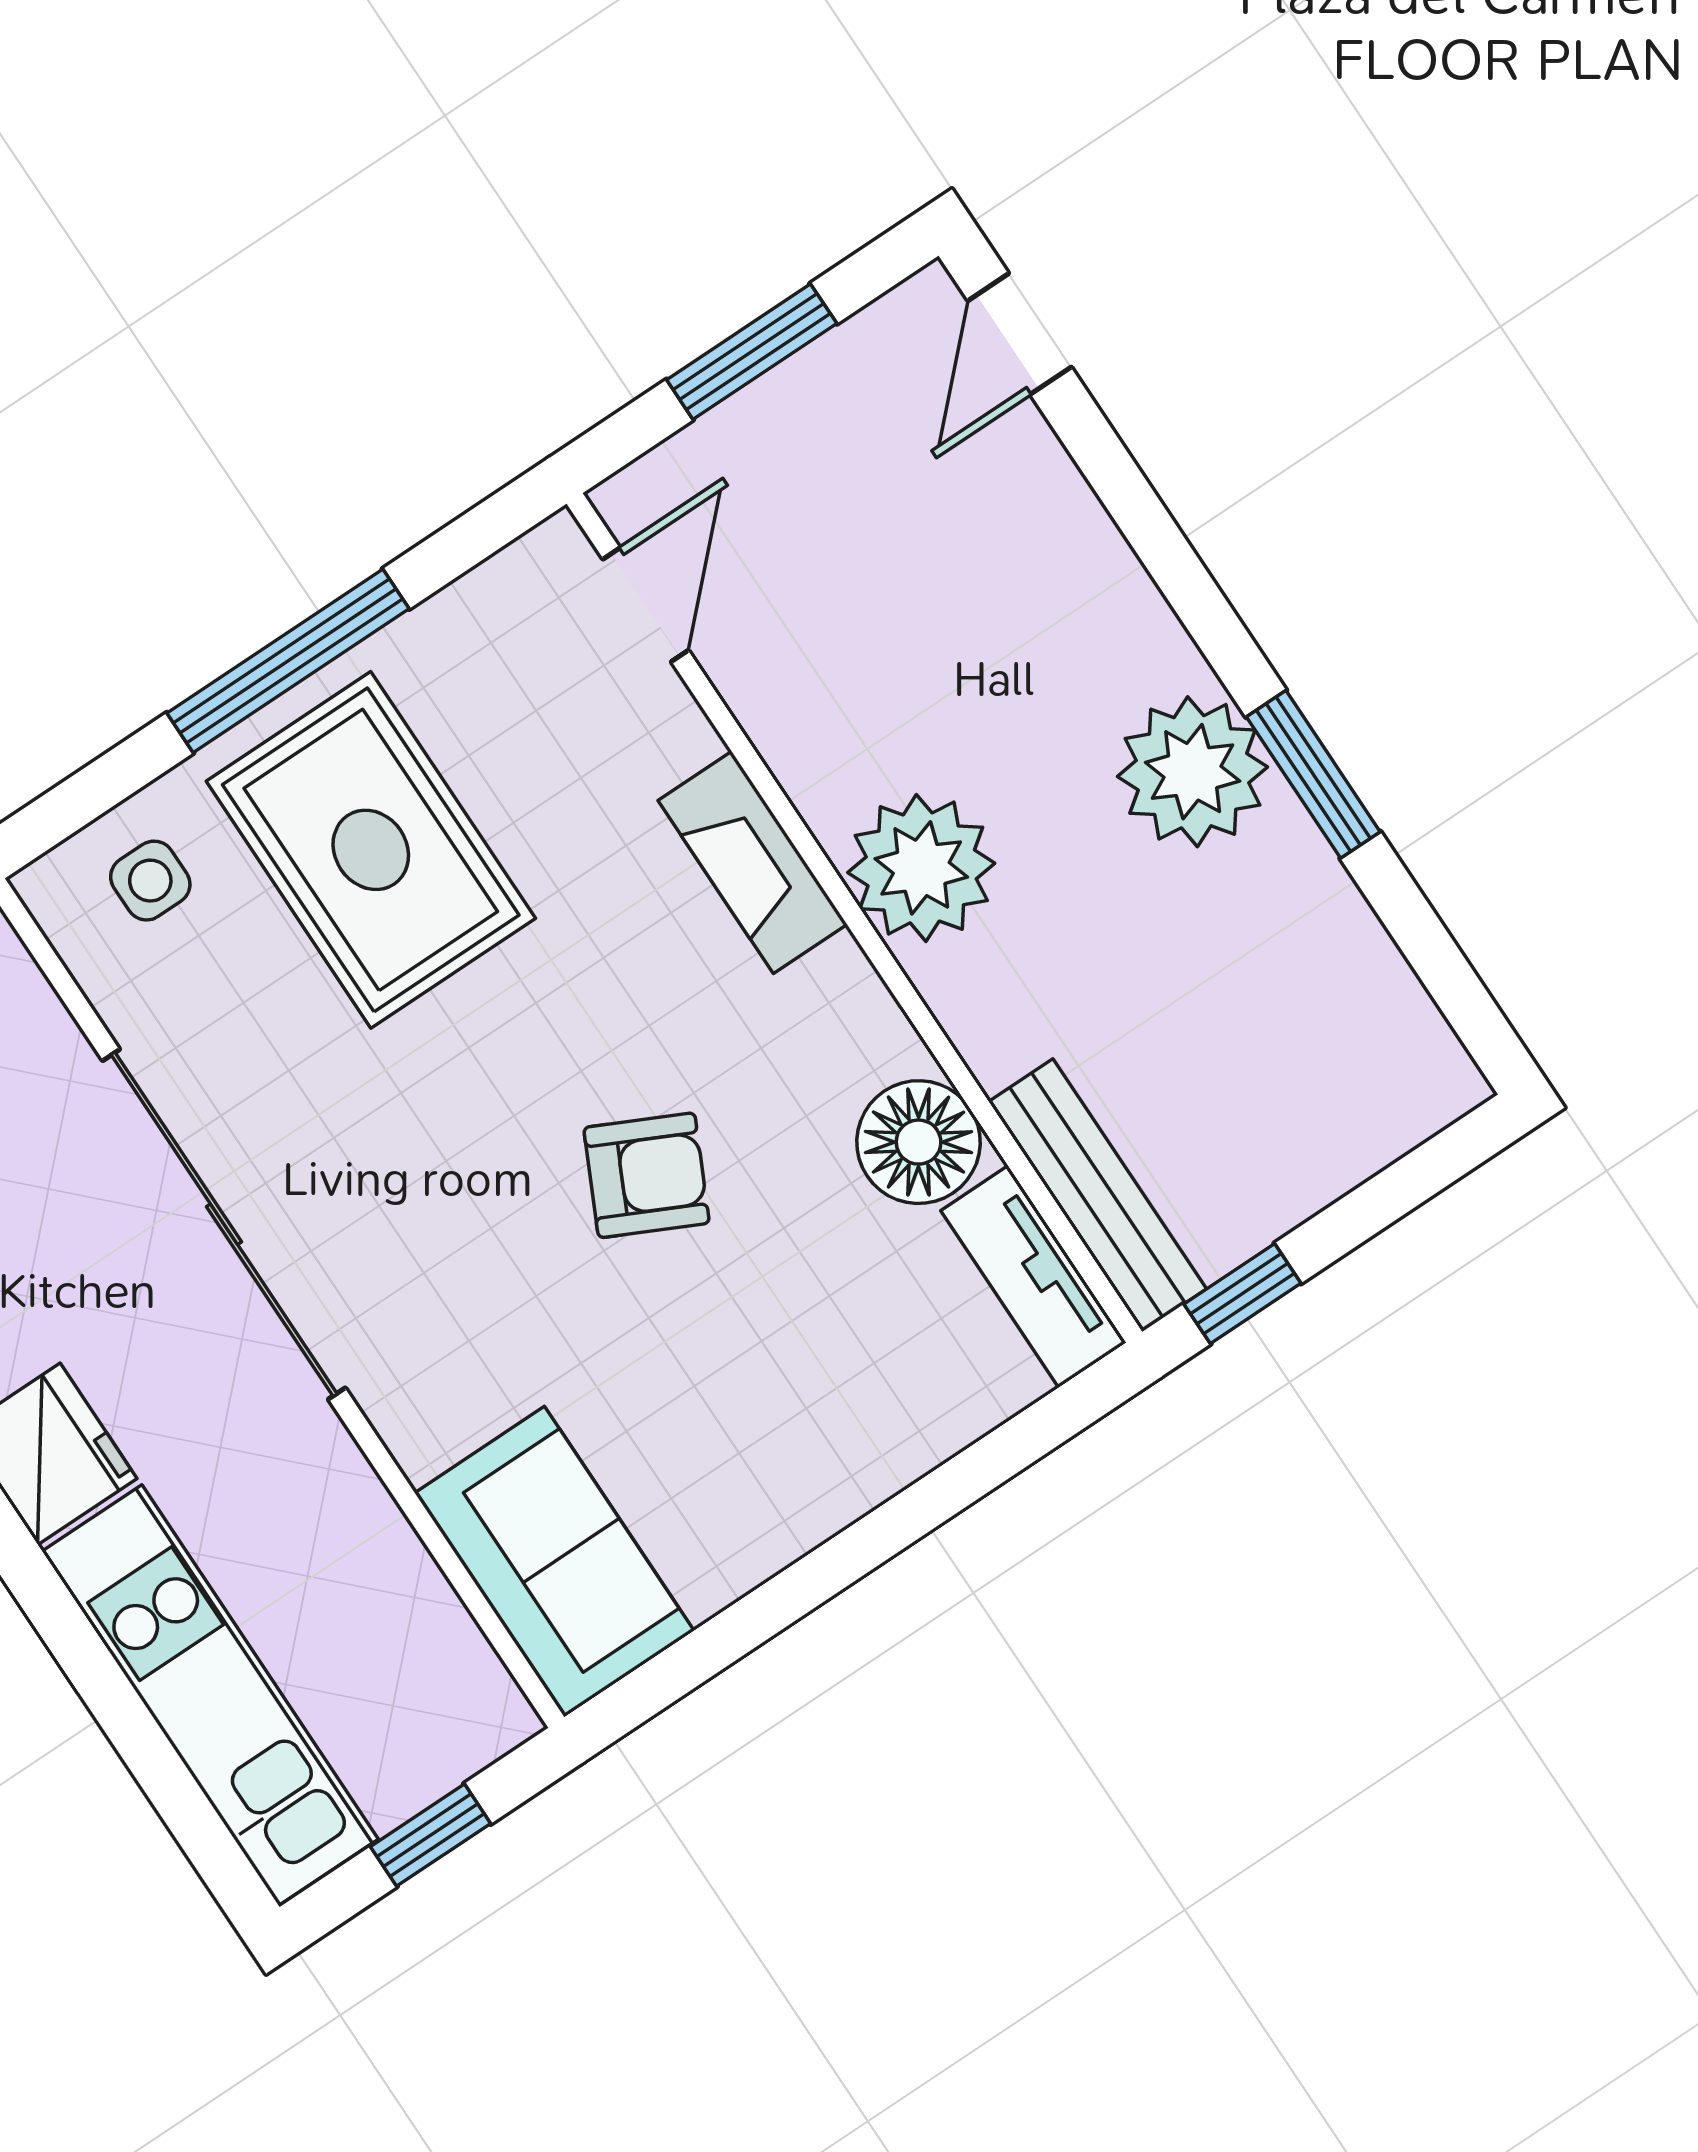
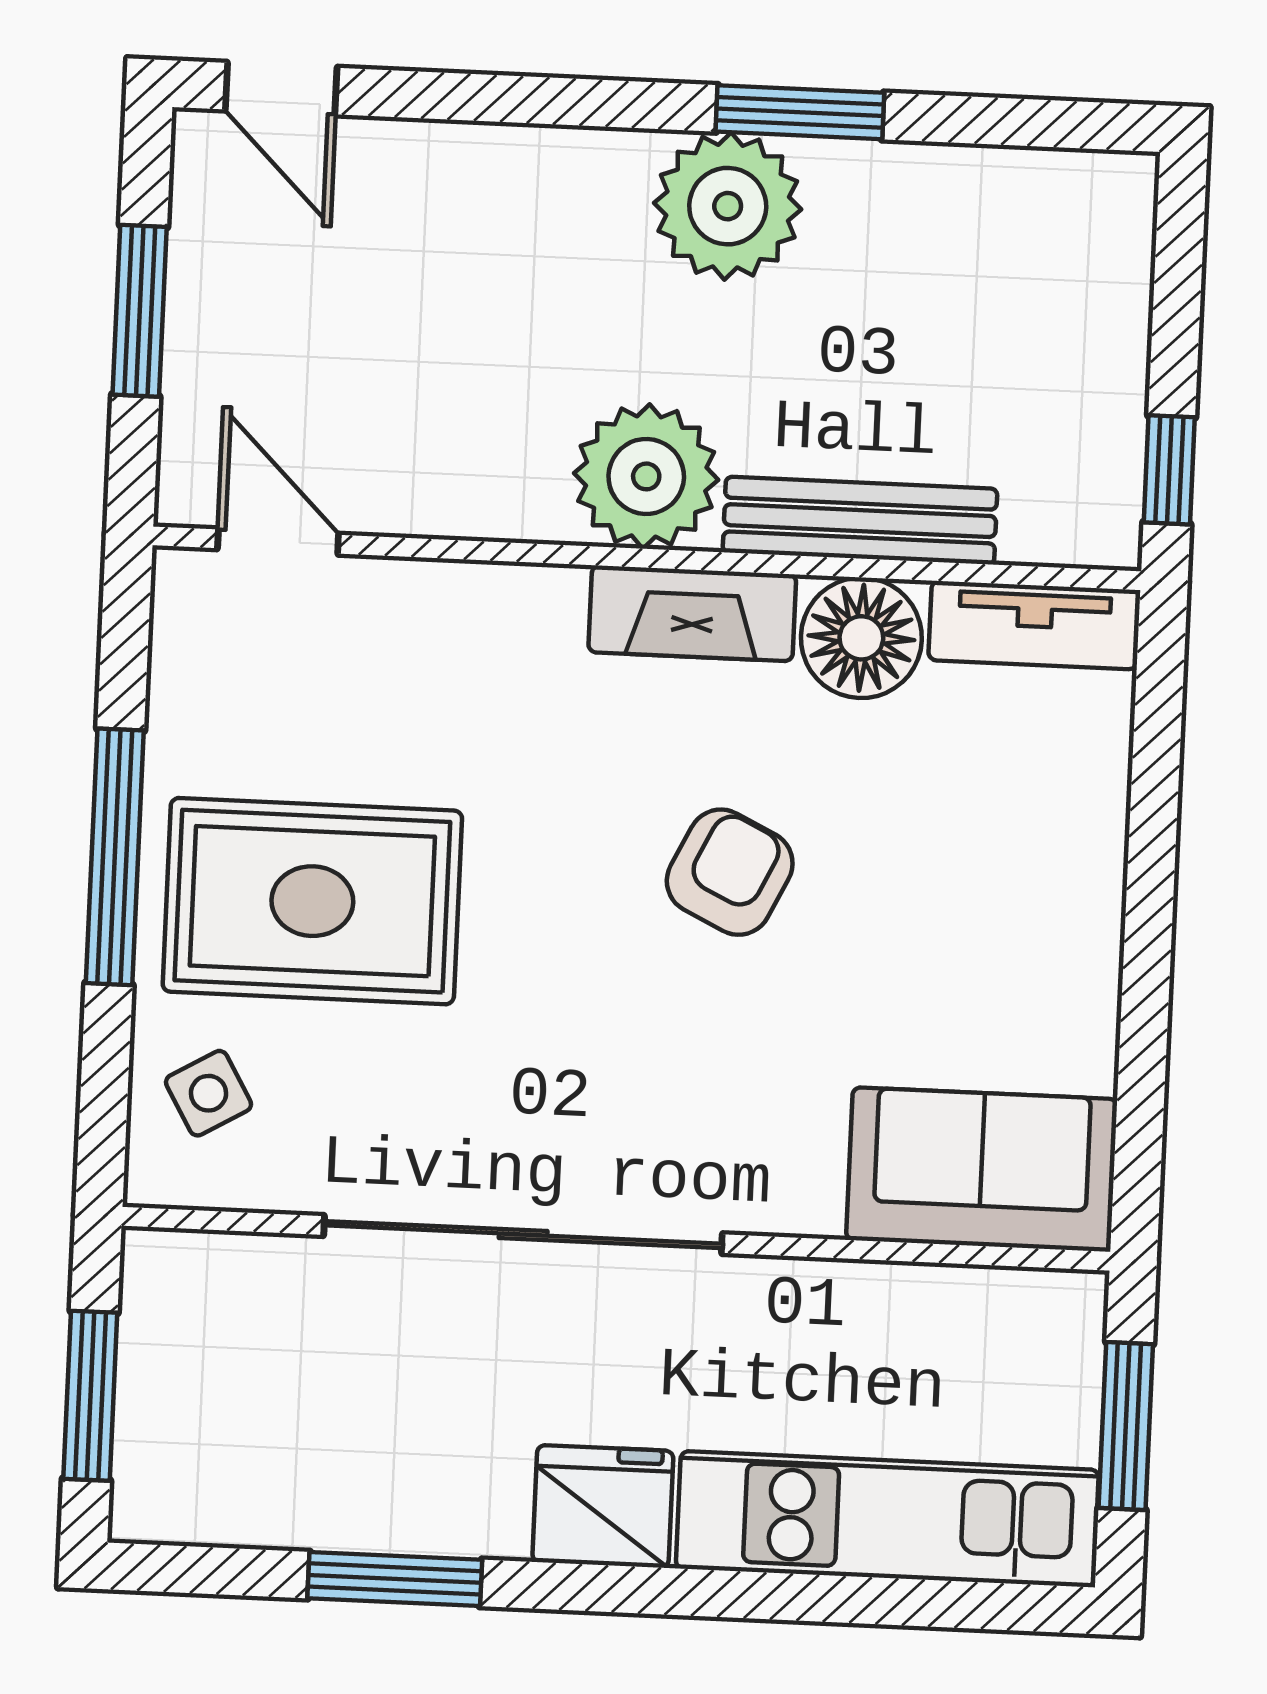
fireplace: (753, 862) -> (692, 613), moved
side table: (150, 881) -> (209, 1093), turned -30
bench: (1098, 1195) -> (860, 521), moved
window: (431, 1835) -> (1126, 1426), width x1.50

